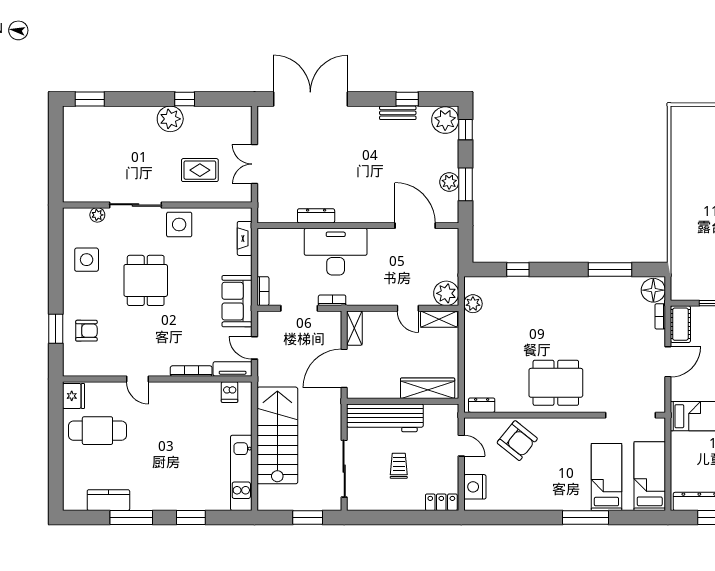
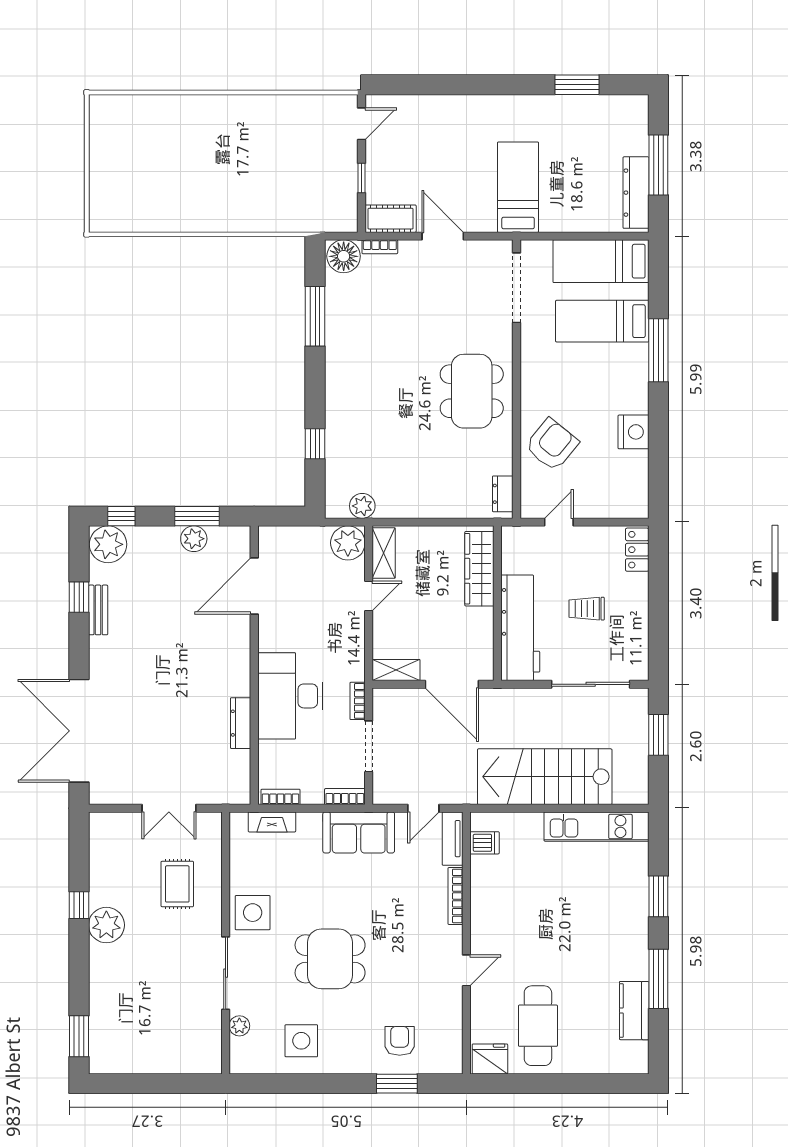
bookcase: (263, 245) -> (281, 797), added
nightstand: (475, 487) -> (633, 432), moved, turned -90

